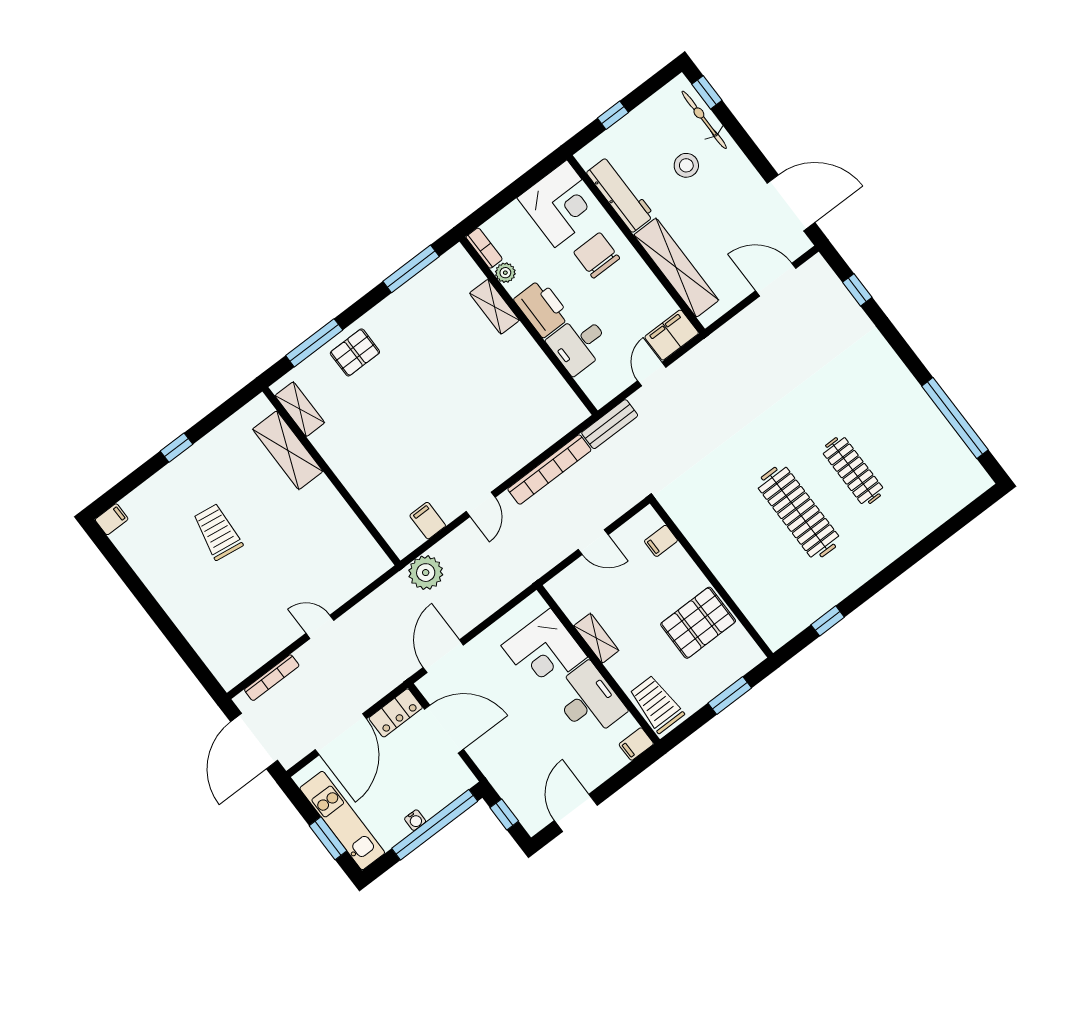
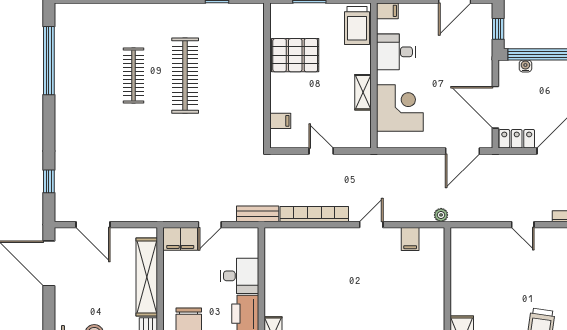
plant: (426, 573) -> (441, 215), width x0.53, depth x0.53
desk: (589, 701) -> (396, 52), width x0.73
water cooler: (415, 820) -> (525, 66), moved

